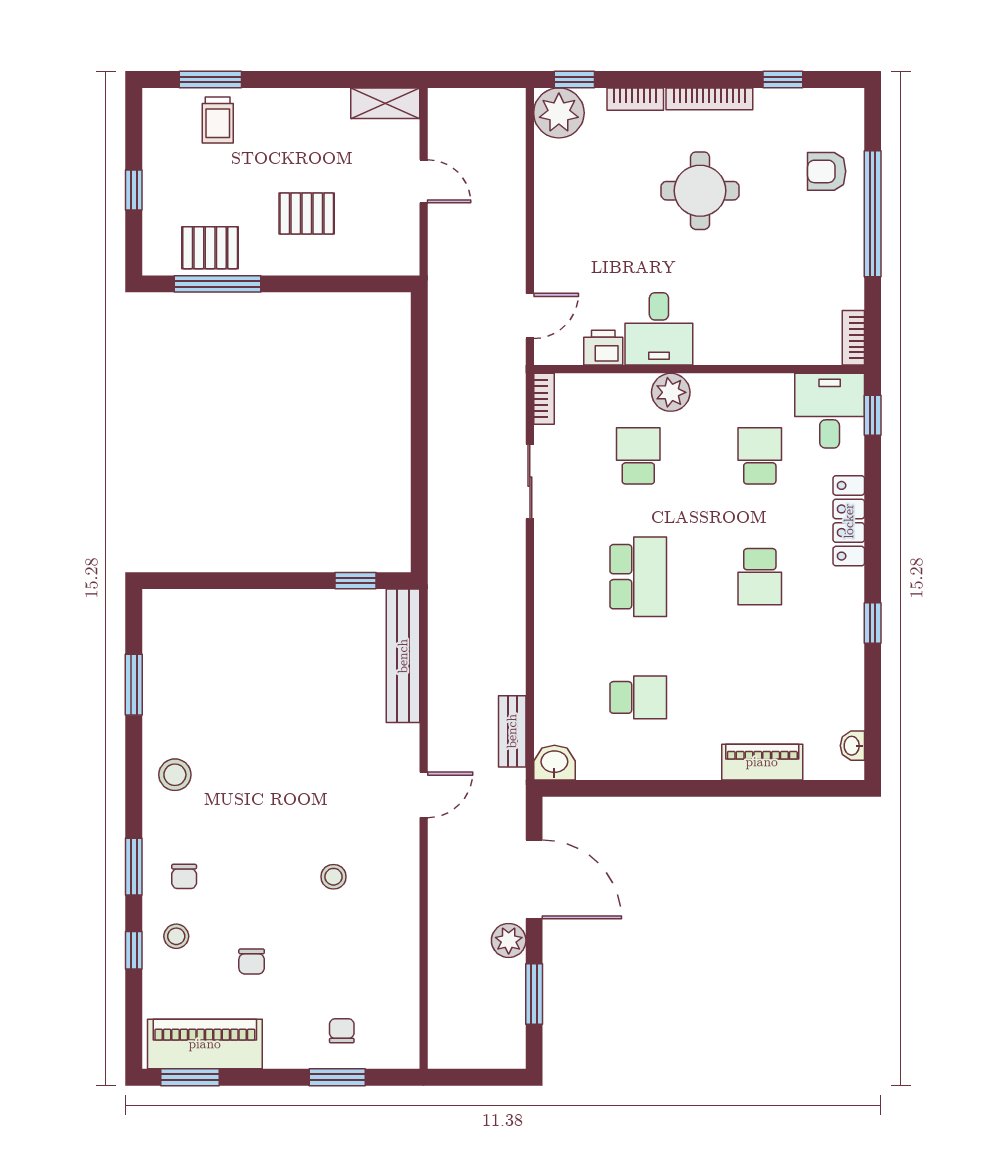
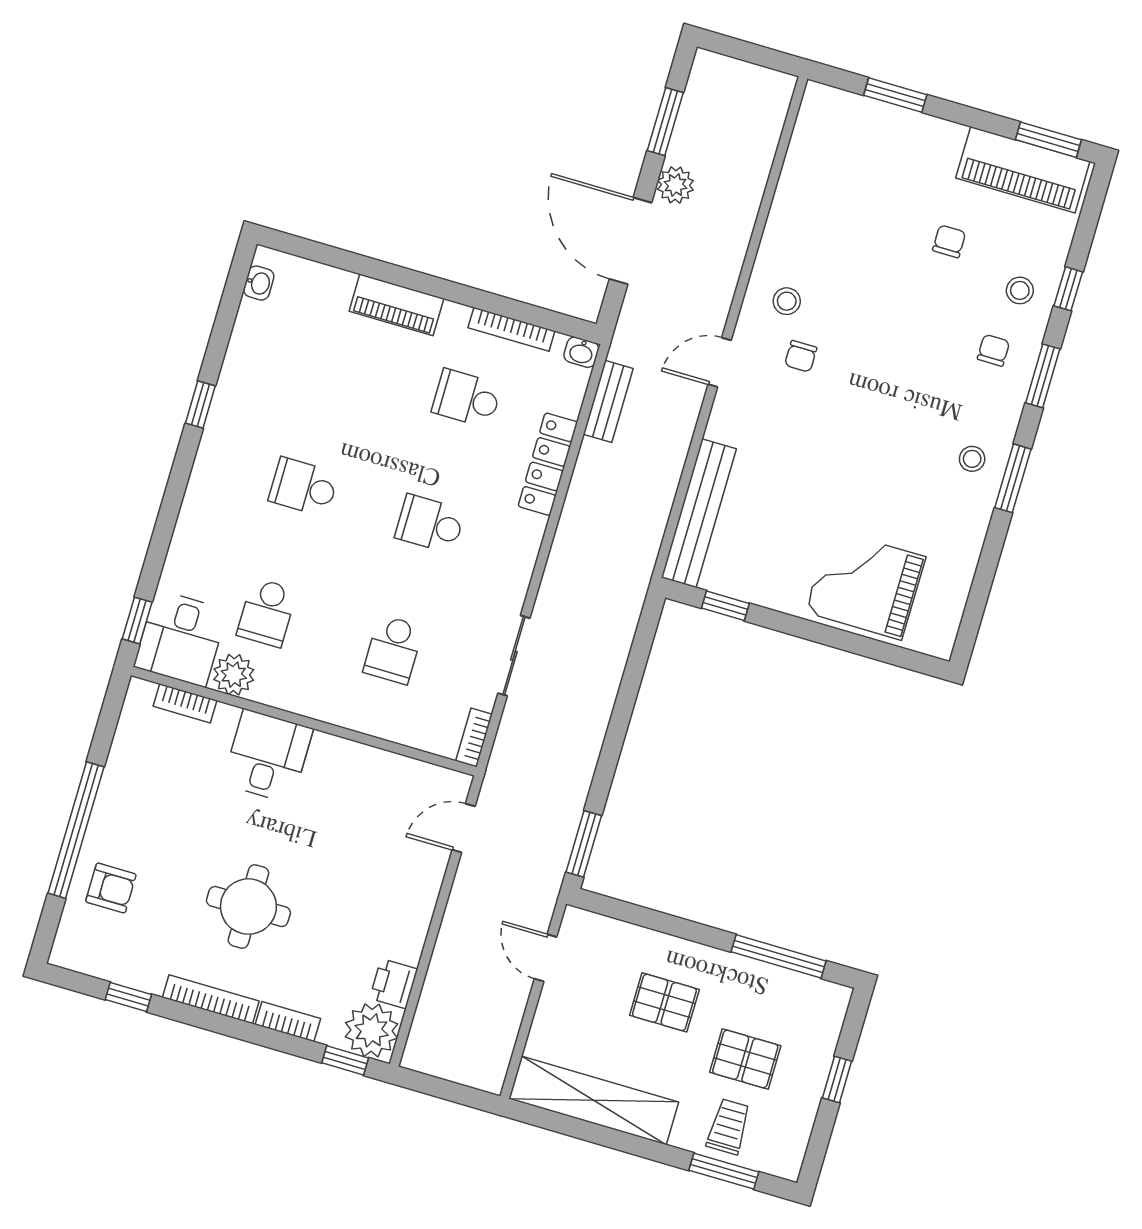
shelving: (385, 103) -> (594, 1100), width x2.20, depth x1.33
door: (424, 181) -> (545, 958), moved
pallet: (210, 248) -> (745, 1059), moved
desk: (659, 329) -> (268, 756), moved
window: (419, 333) -> (584, 844), added
bookcase: (853, 338) -> (185, 703), moved, turned 90
printer: (603, 348) -> (394, 984), moved, turned 90
plant: (671, 392) -> (234, 675), moved
locker: (849, 521) -> (548, 464), moved, turned 180
school desk: (638, 577) -> (430, 524), width x0.54
school desk: (760, 577) -> (304, 487), turned -90
grand piano: (237, 636) -> (865, 584), added
window: (134, 685) -> (1013, 478), moved
piano: (762, 762) -> (396, 305), moved
washbasin: (554, 763) -> (581, 352), width x0.72, depth x0.69
bookcase: (617, 770) -> (511, 329), added
stool: (175, 775) -> (972, 459), width x0.73, depth x0.73
stool: (333, 877) -> (787, 301), moved
chair: (342, 1031) -> (801, 356), moved

